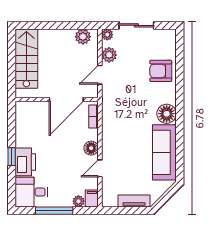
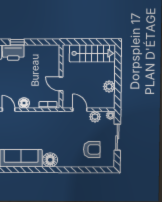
plant: (83, 37) -> (109, 86), moved
armchair: (161, 71) -> (92, 149), moved, turned 90
door: (66, 100) -> (61, 84), width x0.53

